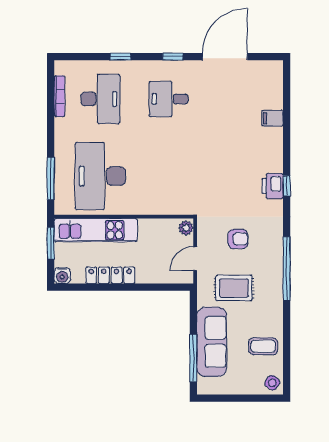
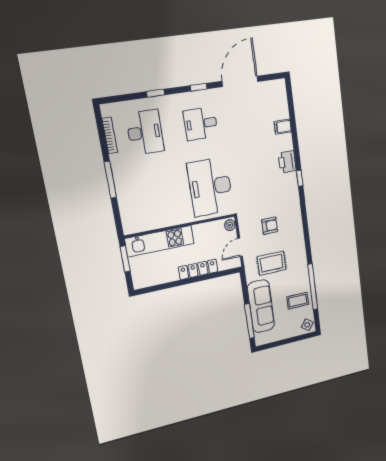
desk: (100, 176) -> (210, 187), moved
window: (51, 179) -> (110, 180), moved
printer: (273, 186) -> (287, 162), moved
window: (287, 269) -> (313, 287), moved
locker: (110, 275) -> (198, 269), moved
water cooler: (62, 276) -> (139, 282), removed

